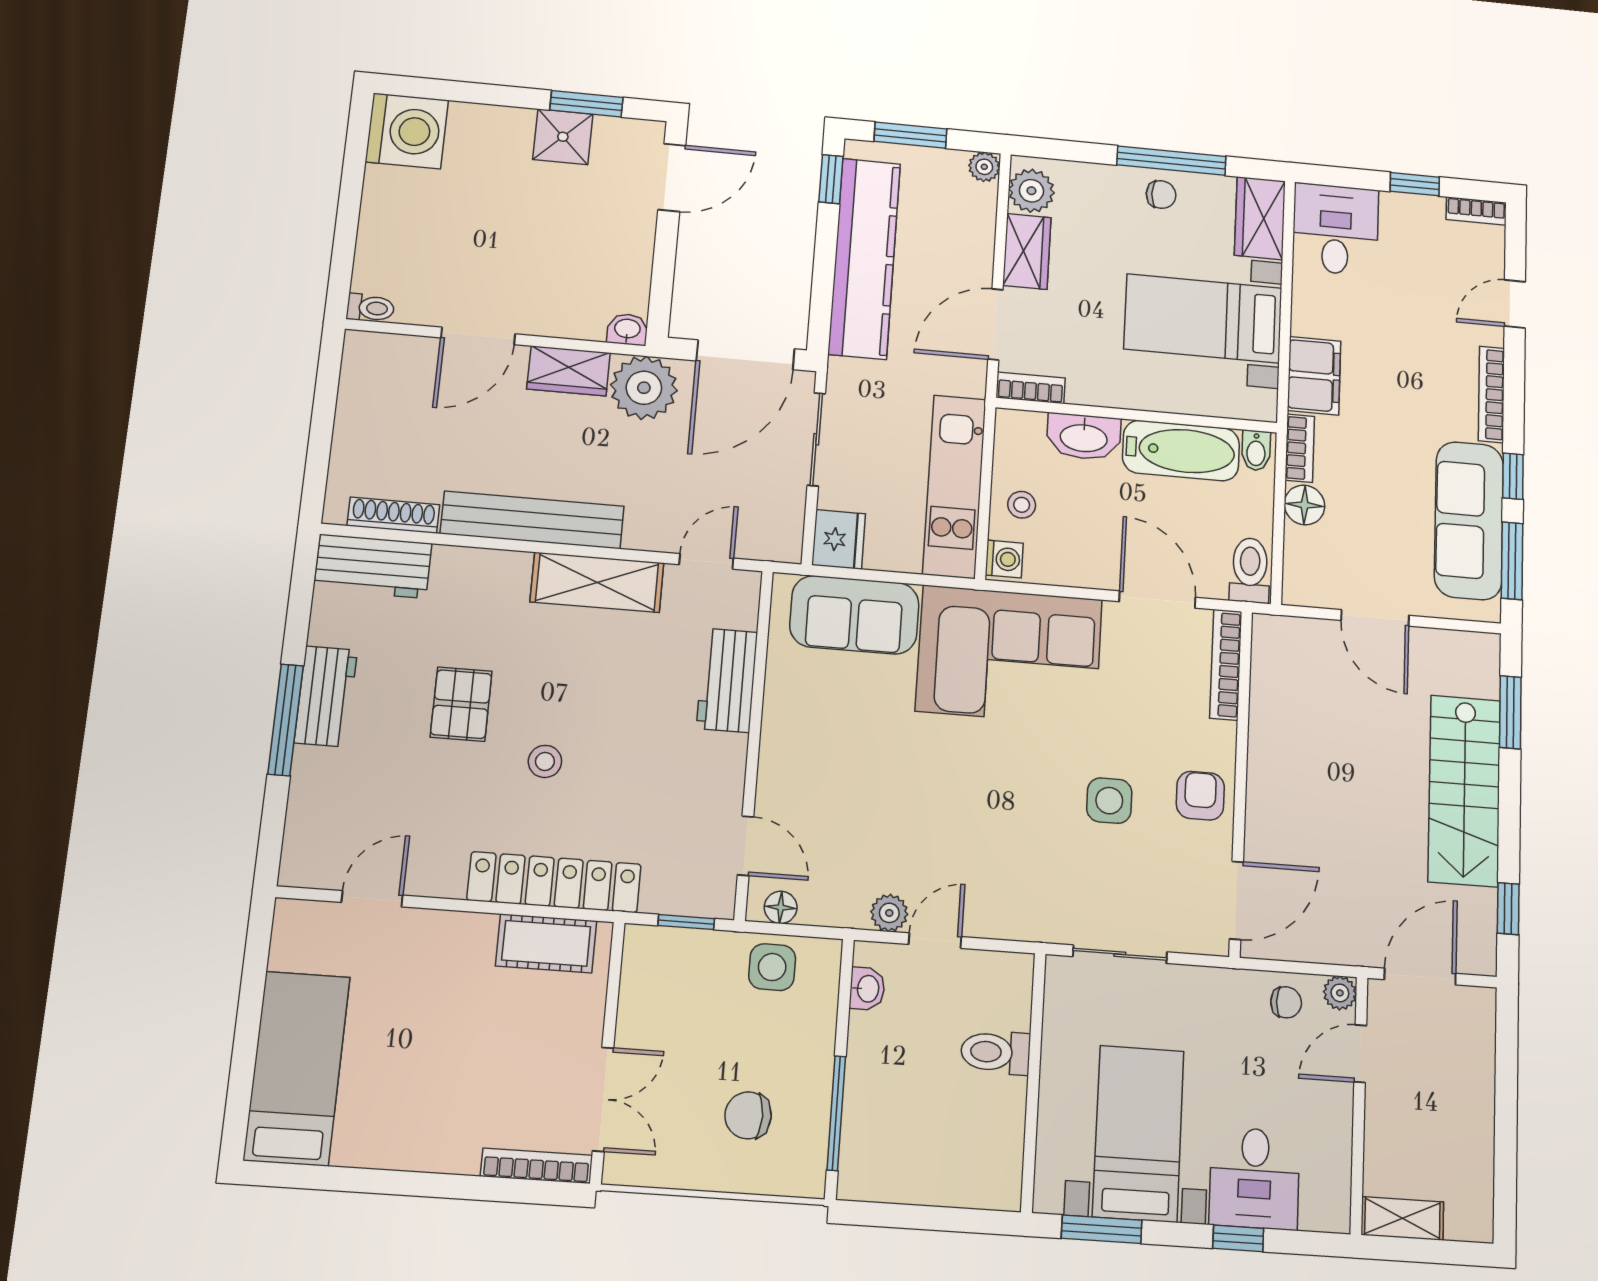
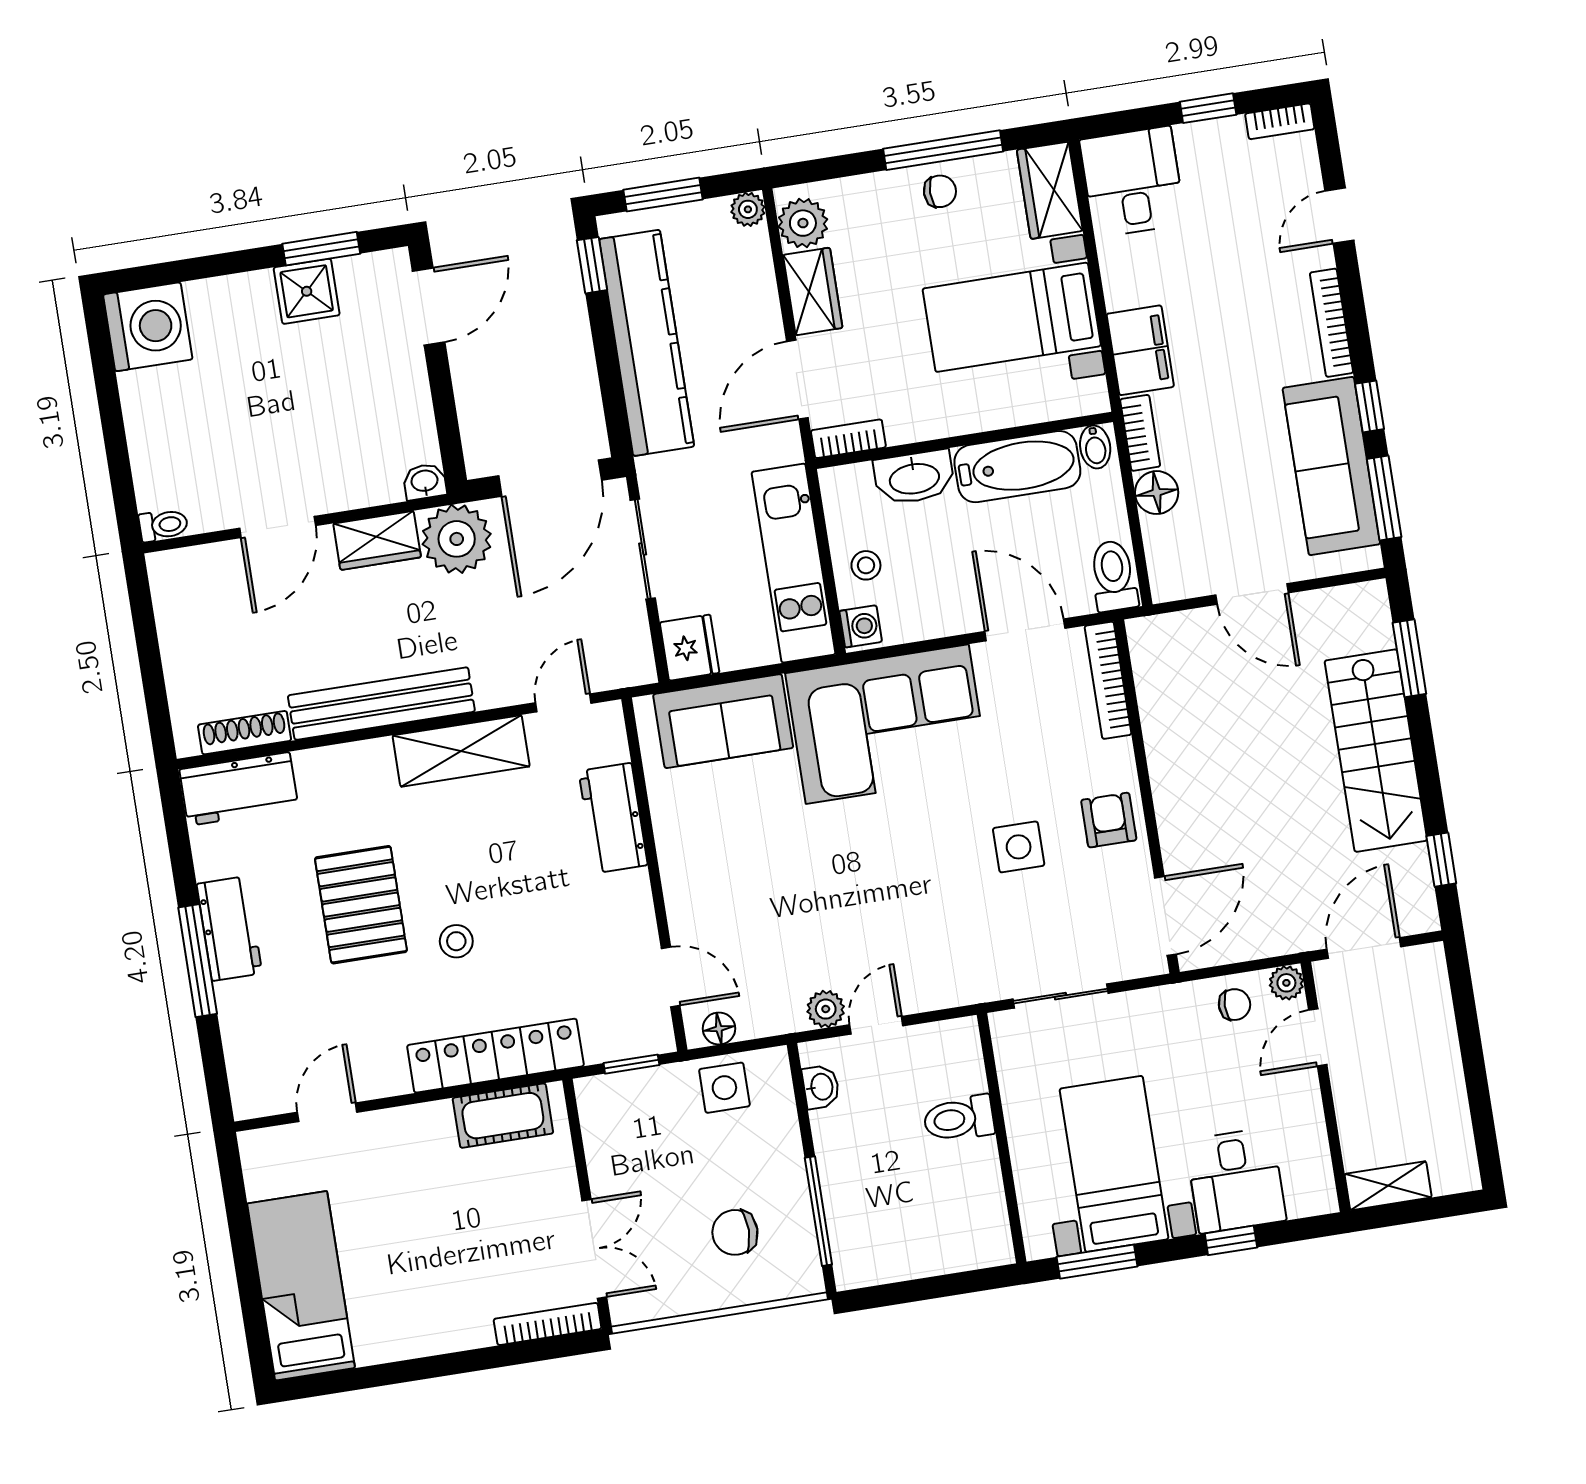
pallet: (461, 704) -> (361, 905), width x1.50, depth x1.42

